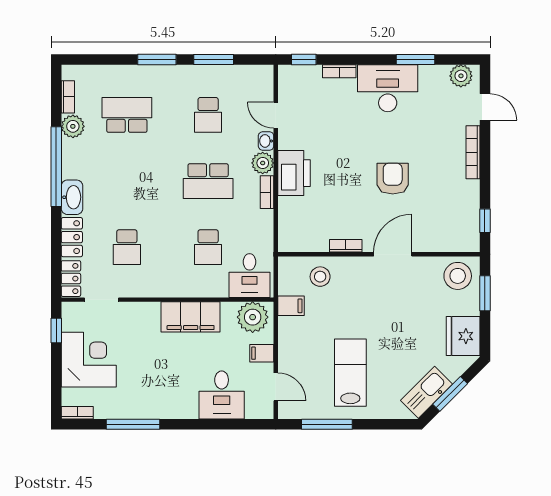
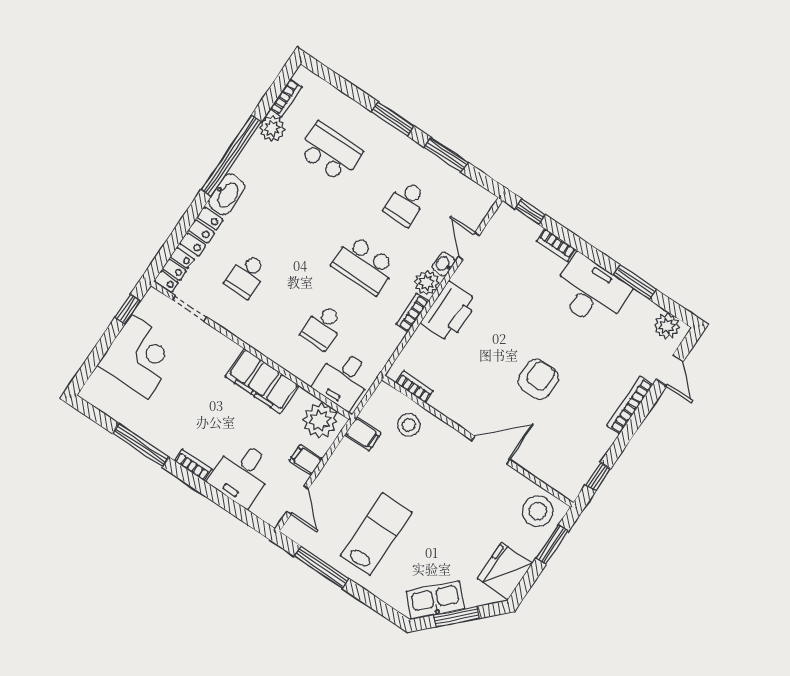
bookcase: (346, 246) -> (414, 387), moved
bookcase: (77, 413) -> (193, 465), moved

